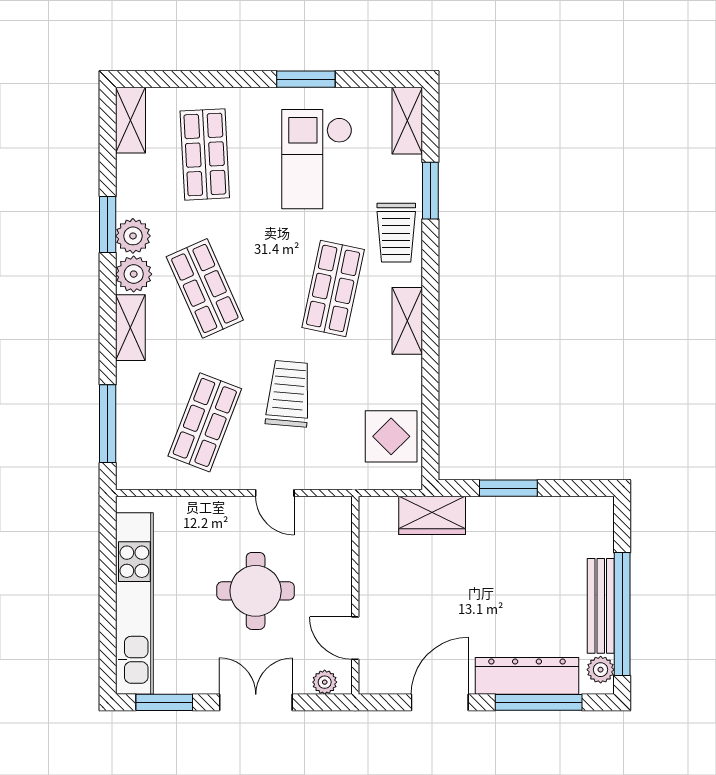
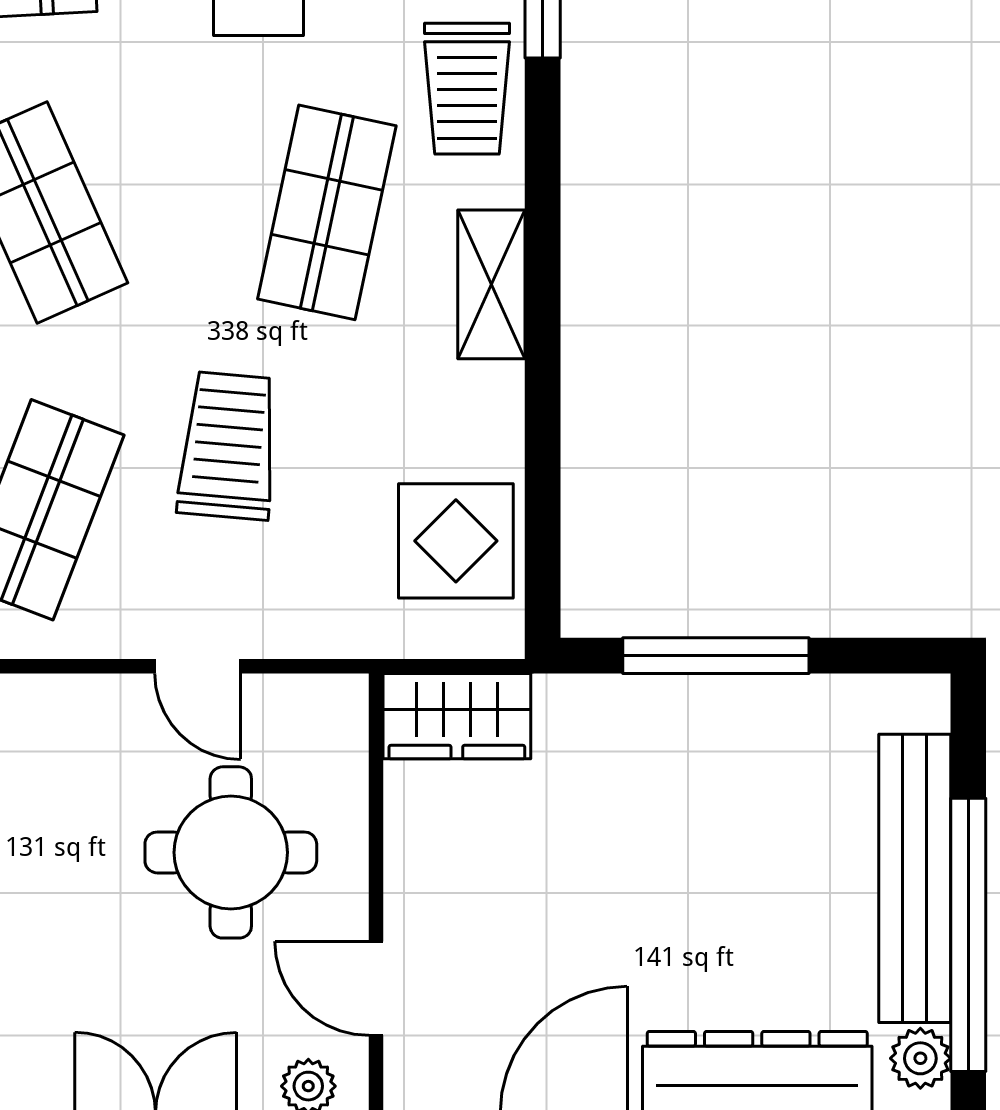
window: (508, 488) -> (716, 656), width x1.44
wardrobe: (432, 515) -> (457, 716), moved
round table: (256, 591) -> (231, 852), moved
bench: (601, 606) -> (915, 878), width x1.37, depth x1.21

